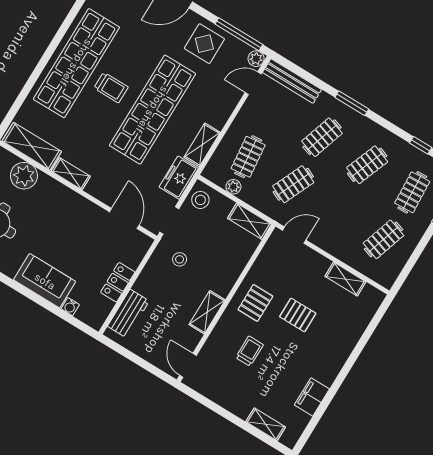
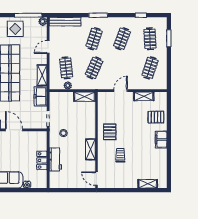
door: (253, 83) -> (48, 47), moved
stool: (200, 200) -> (56, 101), removed
door: (124, 219) -> (14, 130), moved
door: (294, 235) -> (121, 91), moved
workbench: (128, 314) -> (55, 159), moved
pallet: (298, 315) -> (156, 117), moved
filing cabinet: (312, 397) -> (161, 139), moved

